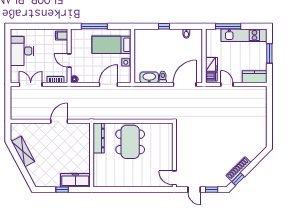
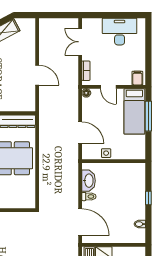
bed: (112, 45) -> (134, 111), moved, turned 180
door: (69, 60) -> (108, 87), swing flipped
double door: (31, 84) -> (80, 42), swing flipped

